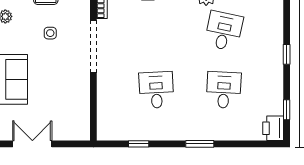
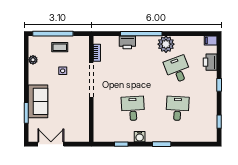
desk: (224, 31) -> (178, 69), turned -33
printer: (273, 128) -> (210, 62), moved
water cooler: (166, 133) -> (140, 137), added

